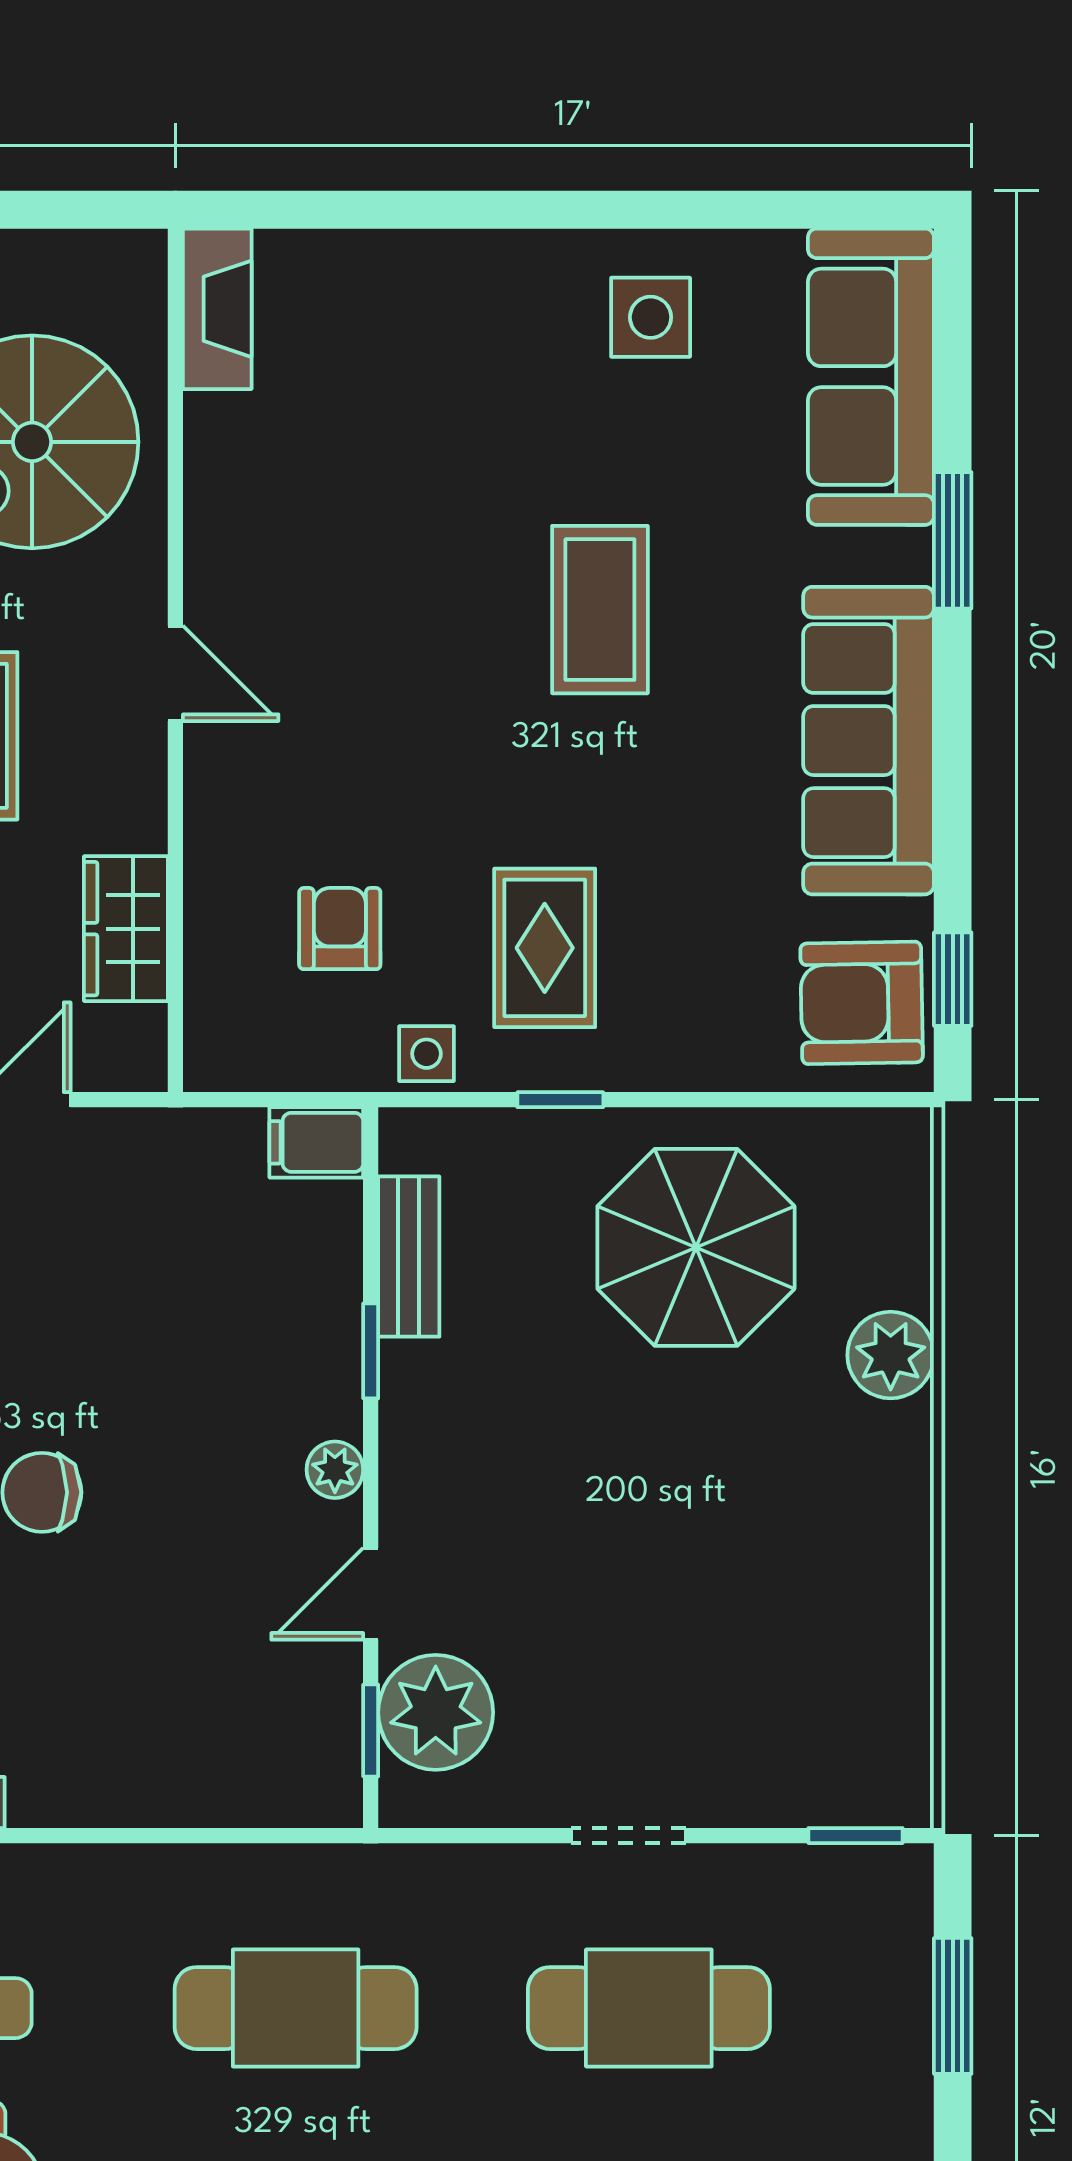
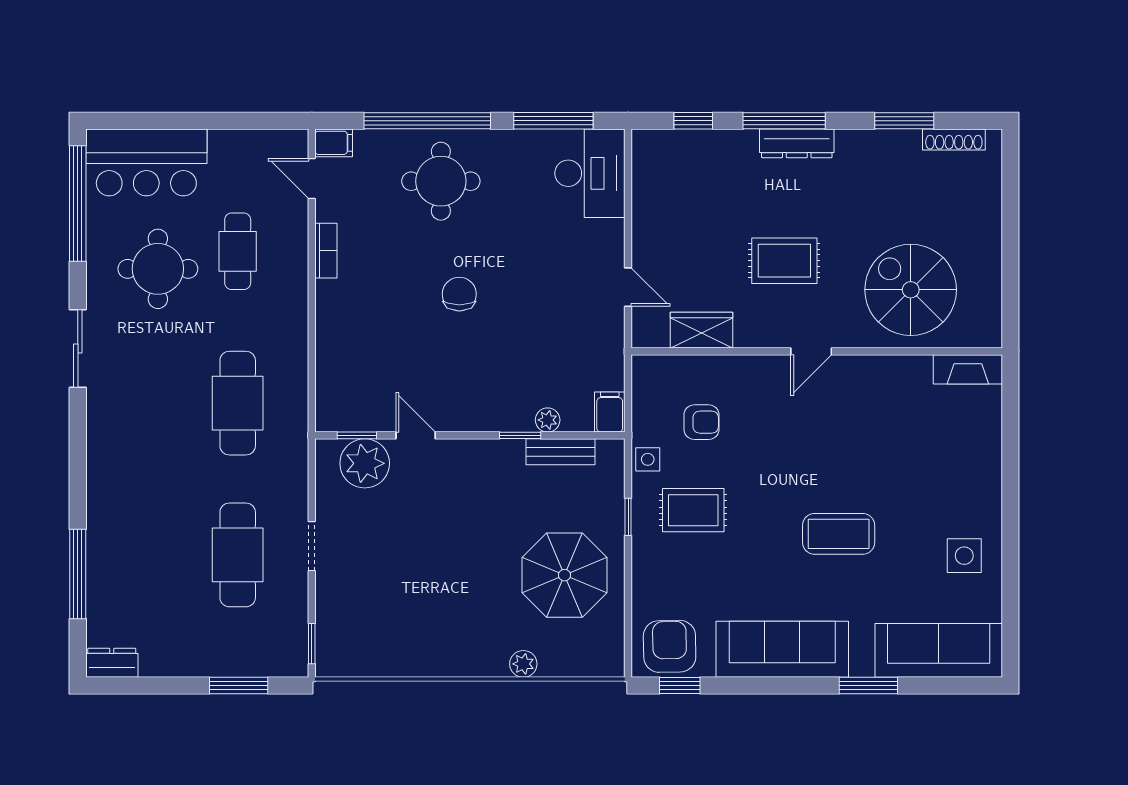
plant: (891, 1355) -> (523, 664), width x0.73, depth x0.73
plant: (335, 1470) -> (548, 420), moved

